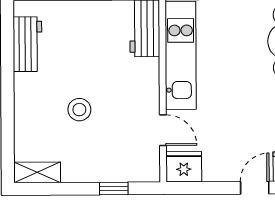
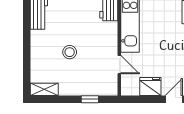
fridge: (184, 167) -> (150, 87), moved

